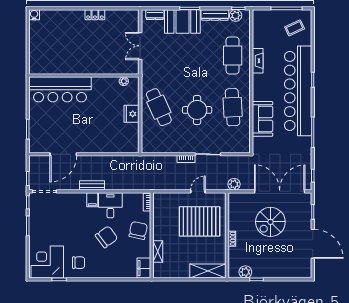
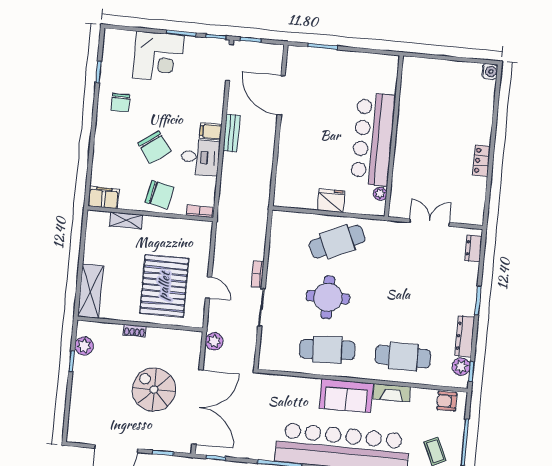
booth: (182, 21) -> (460, 288), removed
armchair: (260, 23) -> (447, 401), added
bar counter: (60, 89) -> (373, 139), moved
sofa: (263, 119) -> (346, 396), moved
corner desk: (47, 262) -> (158, 57), moved, turned 90

